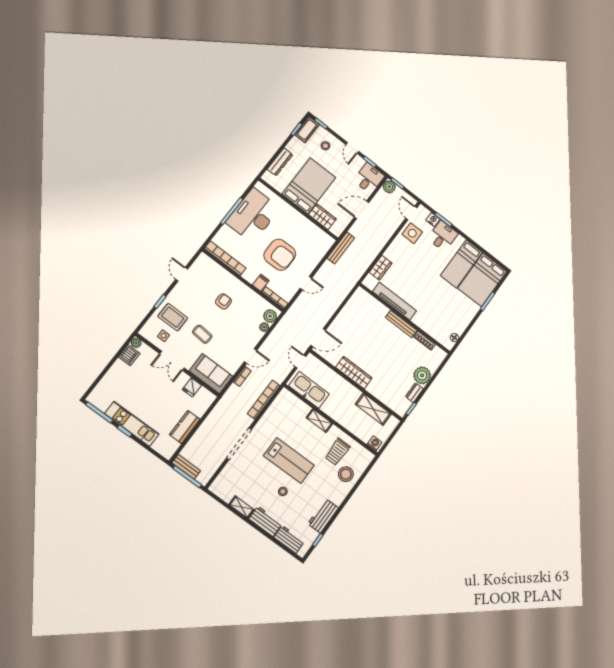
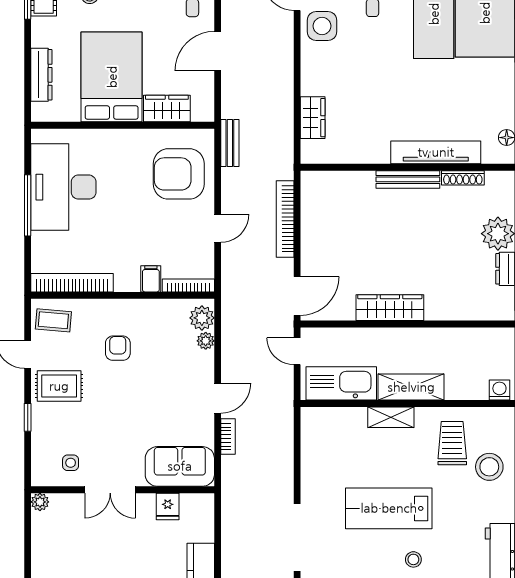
bench: (341, 248) -> (230, 143), width x0.73
armchair: (280, 255) -> (179, 174), moved, turned 180
tv unit: (395, 301) -> (436, 152), moved
rug: (173, 317) -> (59, 386), moved
coffee table: (202, 334) -> (53, 320), moved
dishwasher: (129, 355) -> (44, 527), removed
bookcase: (264, 400) -> (285, 219), moved
shelving: (373, 409) -> (411, 387), moved
trolley: (337, 452) -> (452, 443), turned 180
lab bench: (289, 461) -> (389, 508), turned 180

